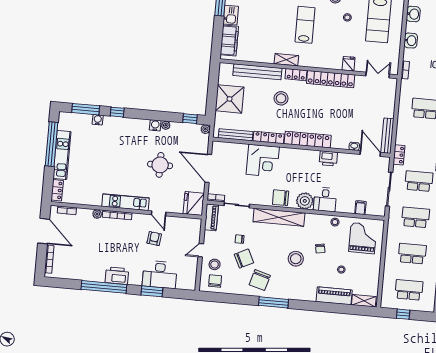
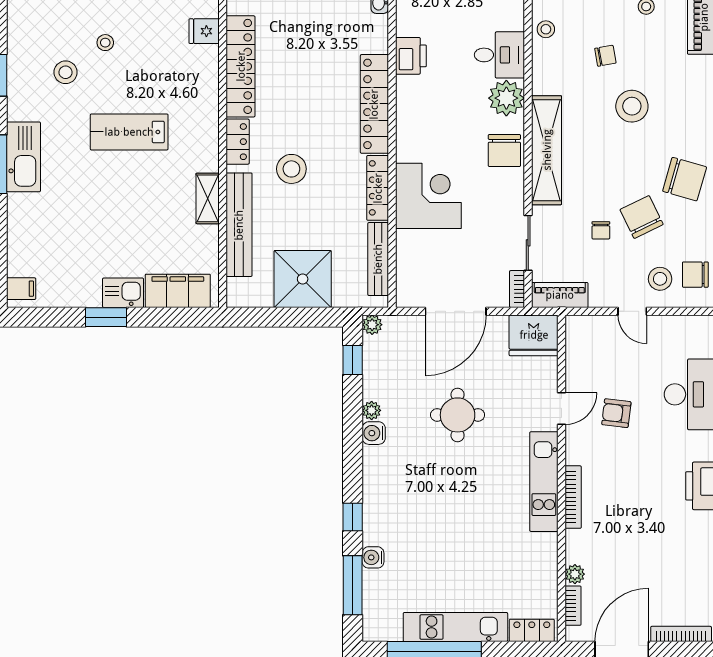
shelving: (286, 60) -> (208, 198), moved
plant: (97, 214) -> (575, 574), moved

